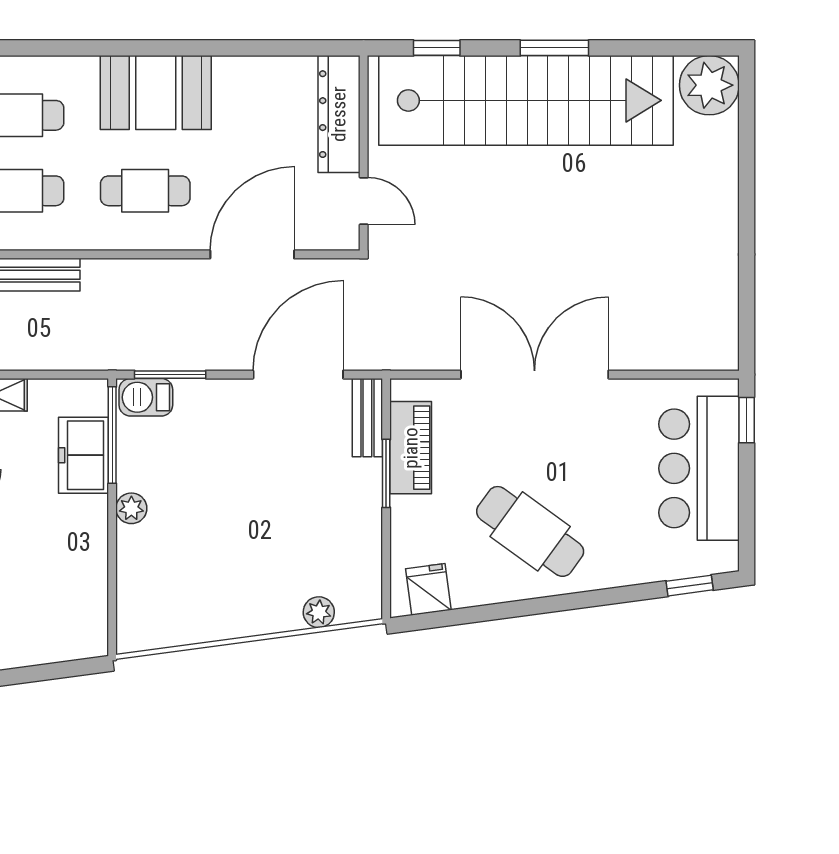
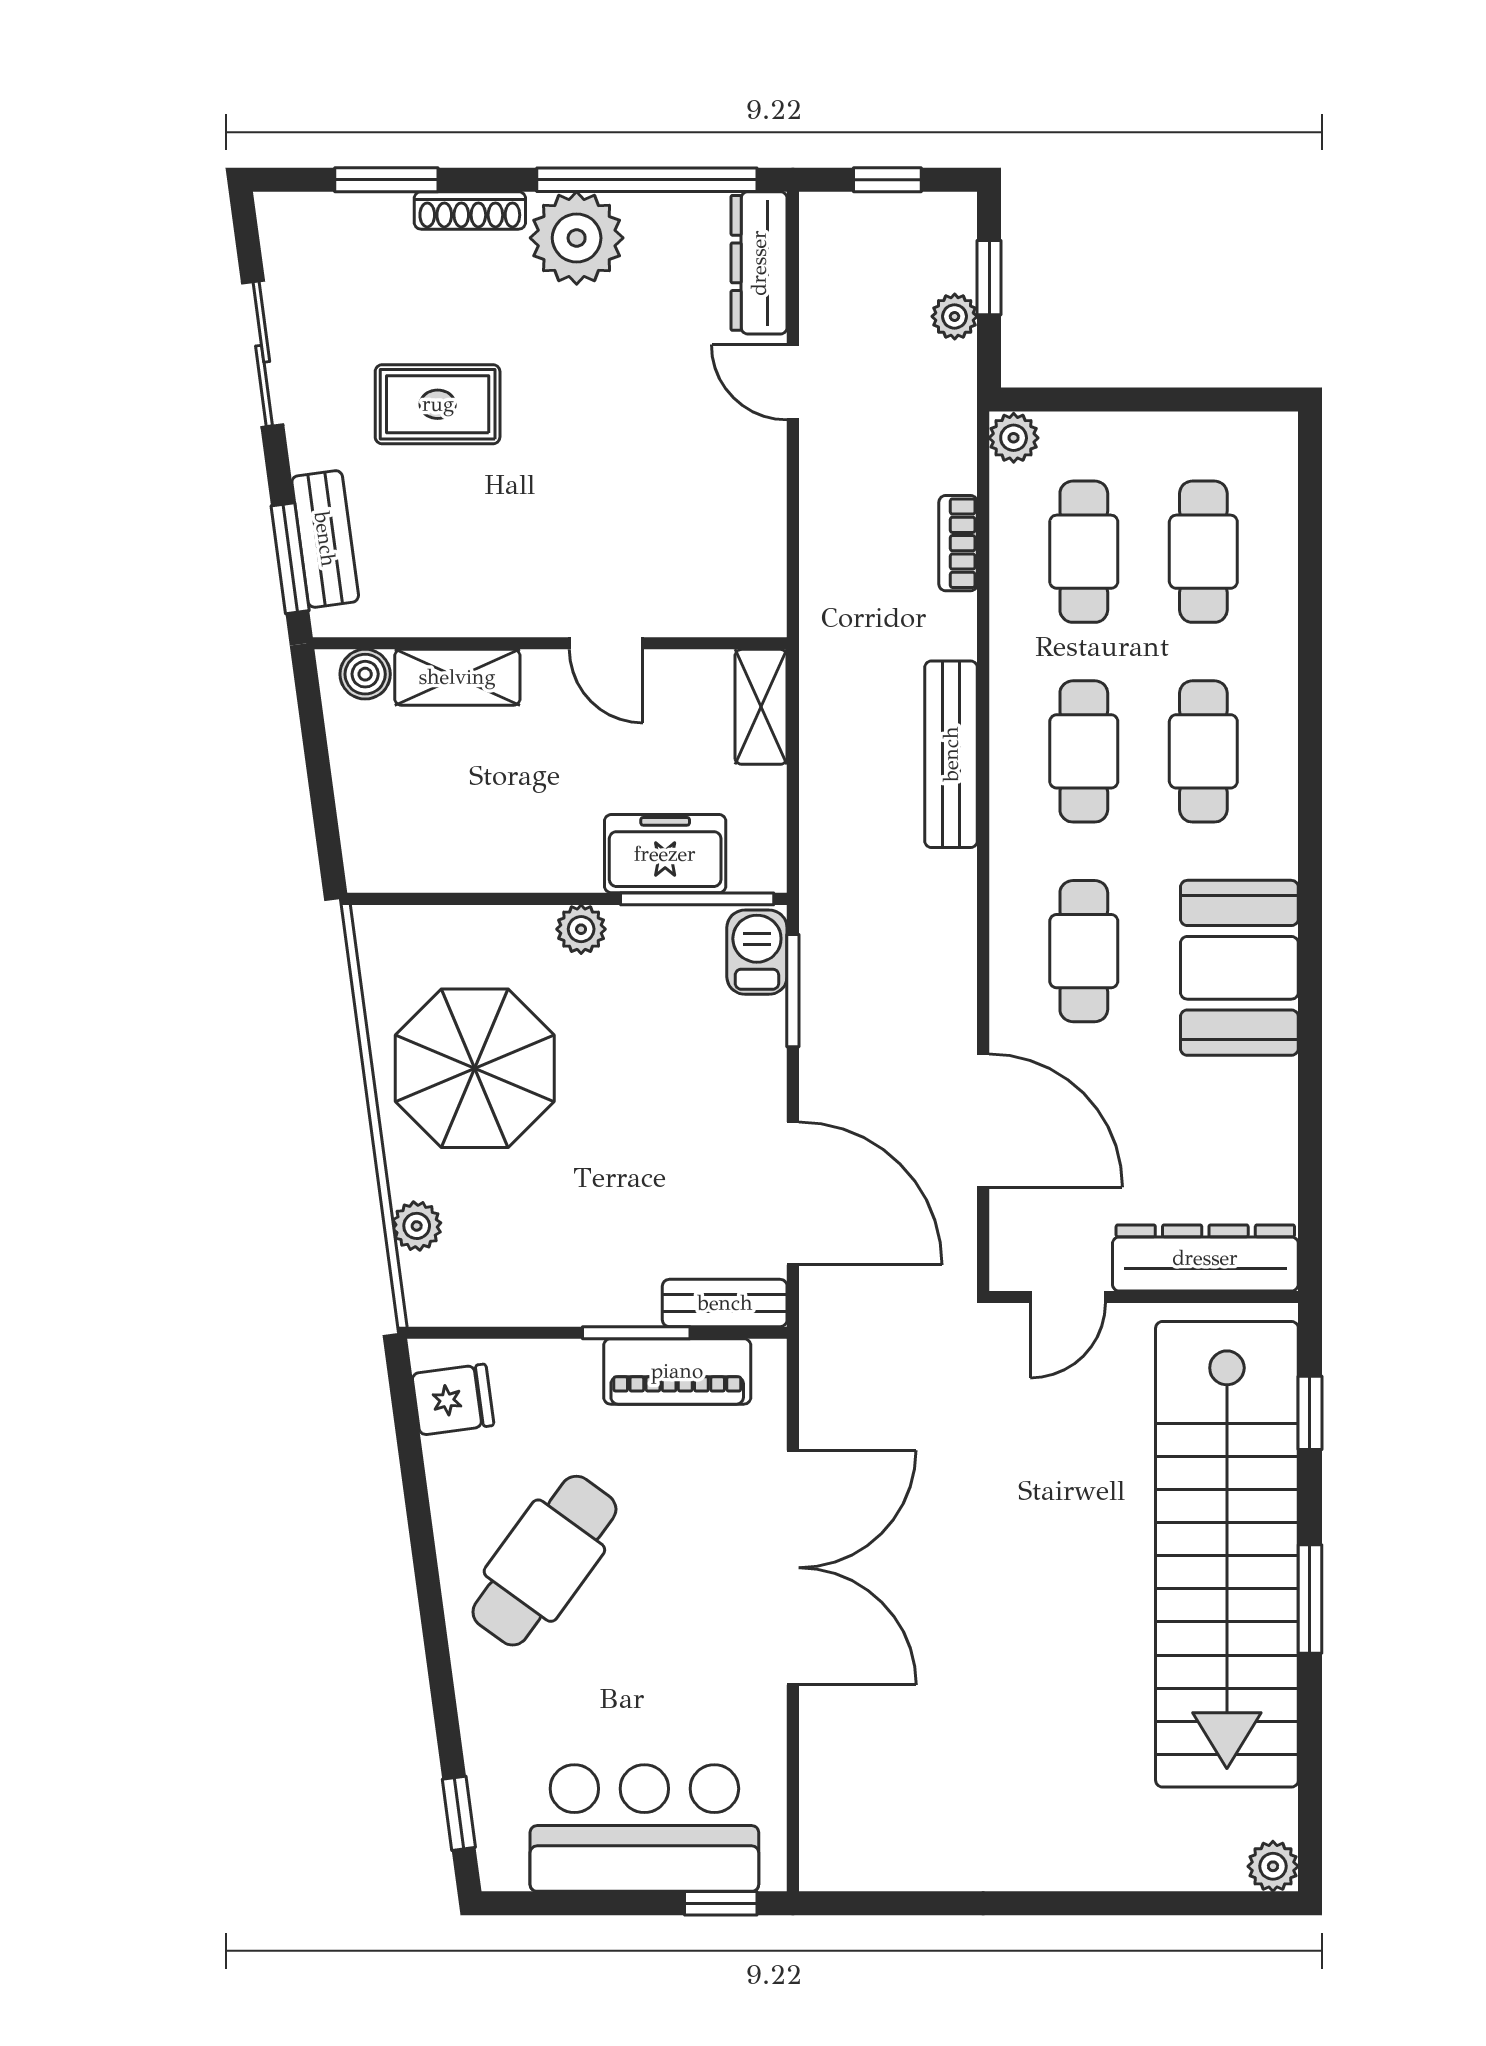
plant: (709, 85) -> (1273, 1866), width x0.53, depth x0.53
parasol: (219, 575) -> (475, 1068), added

